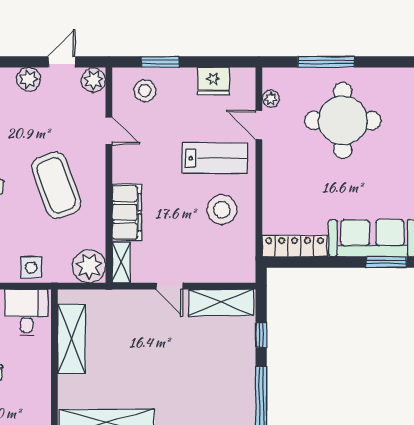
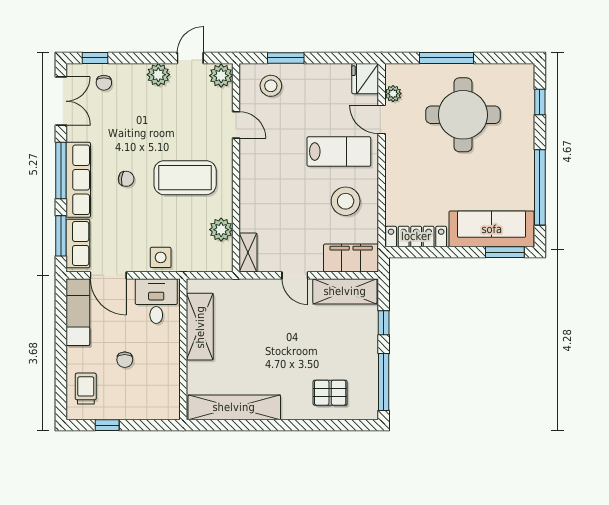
fridge: (213, 81) -> (365, 79), moved, turned 90
coffee table: (56, 185) -> (185, 178), turned -70
filing cabinet: (127, 212) -> (351, 258), moved, turned -90
plant: (89, 266) -> (221, 230), moved, width x0.73, depth x0.73
pallet: (206, 407) -> (330, 393), added

